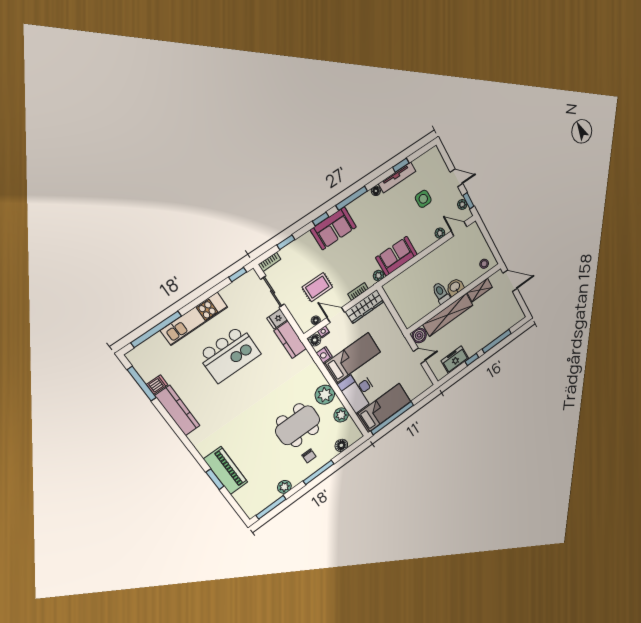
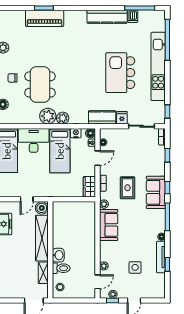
rug: (317, 287) -> (128, 188), moved
toilet: (441, 293) -> (61, 268), moved
wardrobe: (365, 307) -> (89, 187), width x0.67
kitchen unit: (194, 319) -> (158, 66), width x1.36
plant: (341, 415) -> (63, 118), moved

